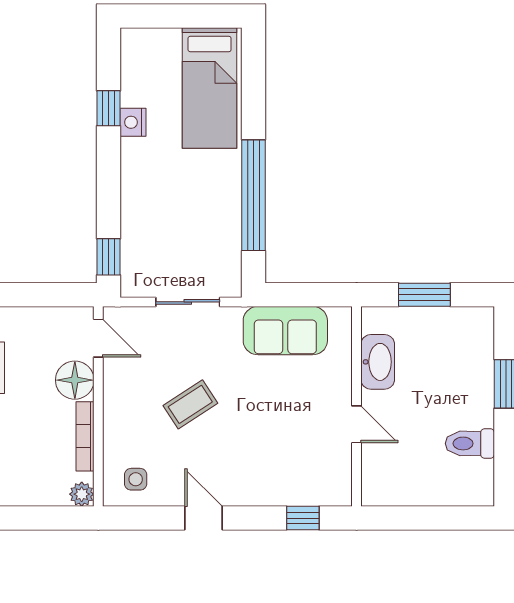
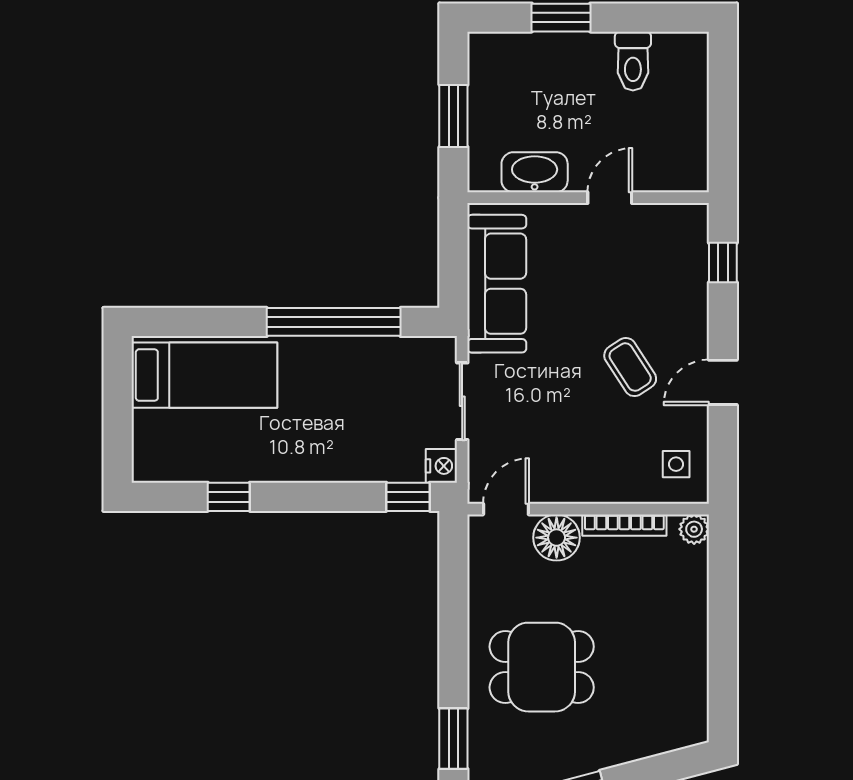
nightstand: (133, 122) -> (441, 466), moved, turned -90
sofa: (285, 331) -> (497, 284), width x1.36
coffee table: (190, 404) -> (630, 367), moved

